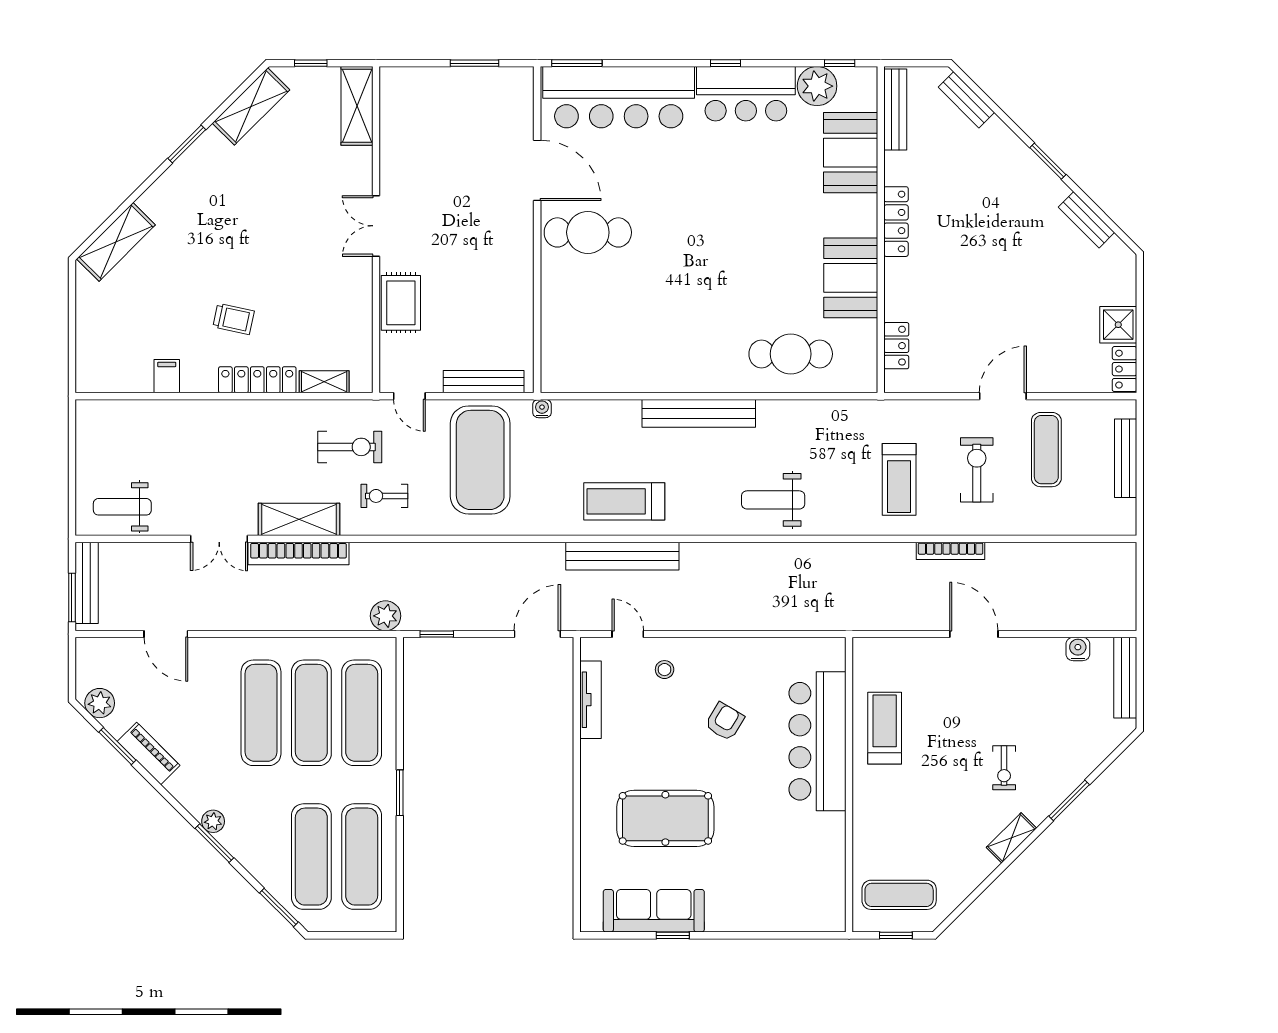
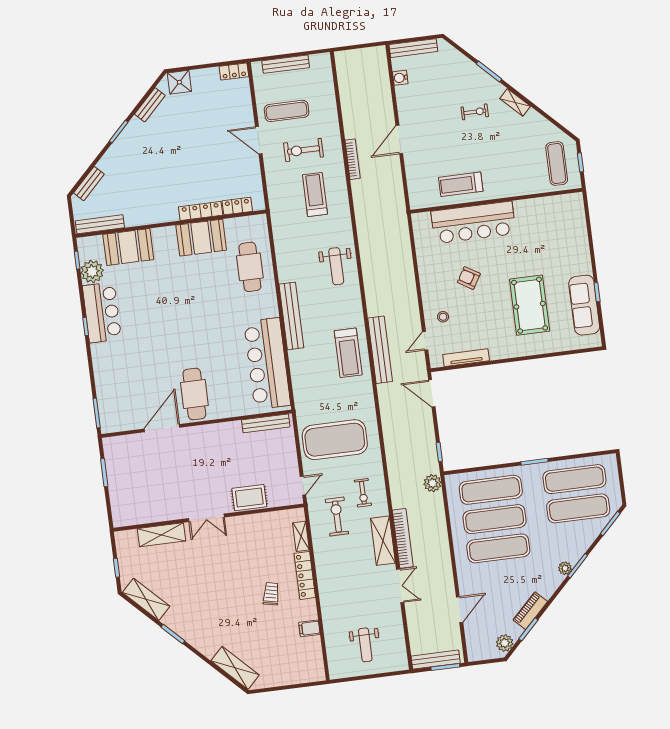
bar counter: (619, 97) -> (267, 364), moved, turned 180
shelving: (357, 106) -> (162, 535), moved
locker: (896, 222) -> (201, 211), moved
shower: (1118, 325) -> (179, 82), moved
bench: (484, 382) -> (266, 423), moved, turned 90
water cooler: (542, 409) -> (300, 408), removed
treadmill: (899, 479) -> (315, 194), turned -90
weight bench: (122, 507) -> (365, 645), moved

